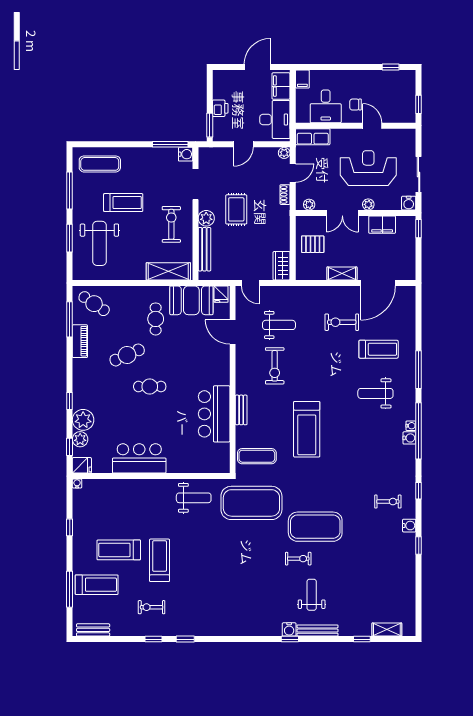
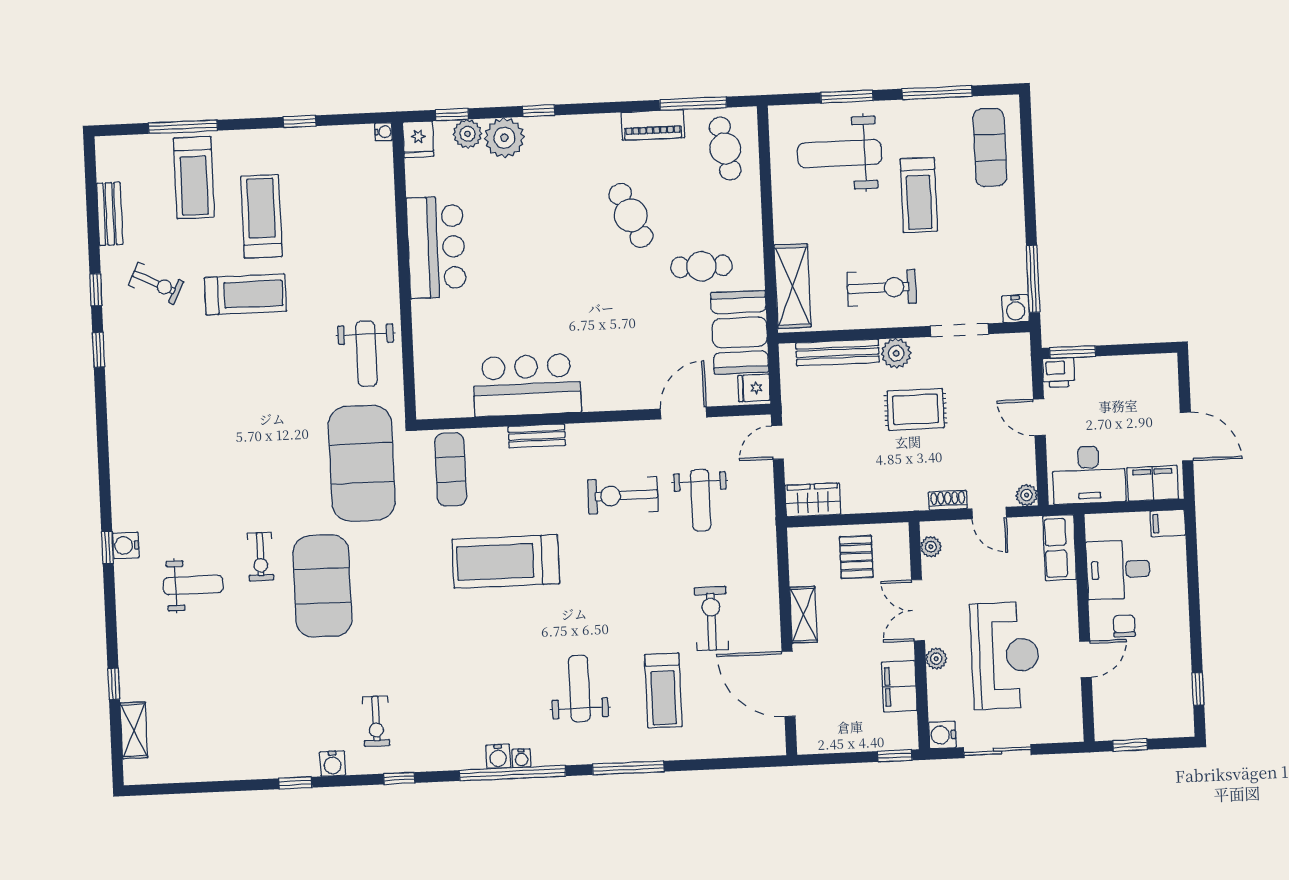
printer: (220, 108) -> (1058, 372), moved
cafe table: (94, 304) -> (725, 149), turned -45
cafe table: (150, 387) -> (573, 261), removed
exercise bike: (152, 607) -> (156, 283), turned 116
bench: (93, 630) -> (110, 214), moved
bench: (317, 631) -> (126, 599), removed

